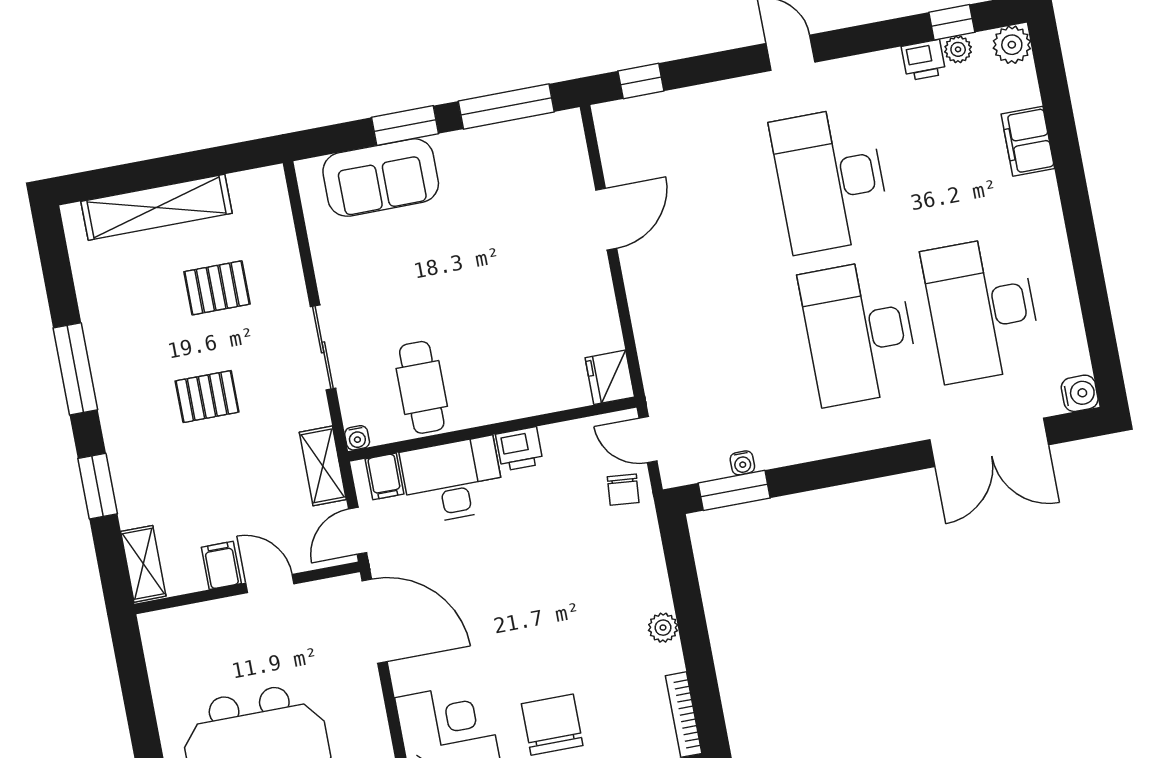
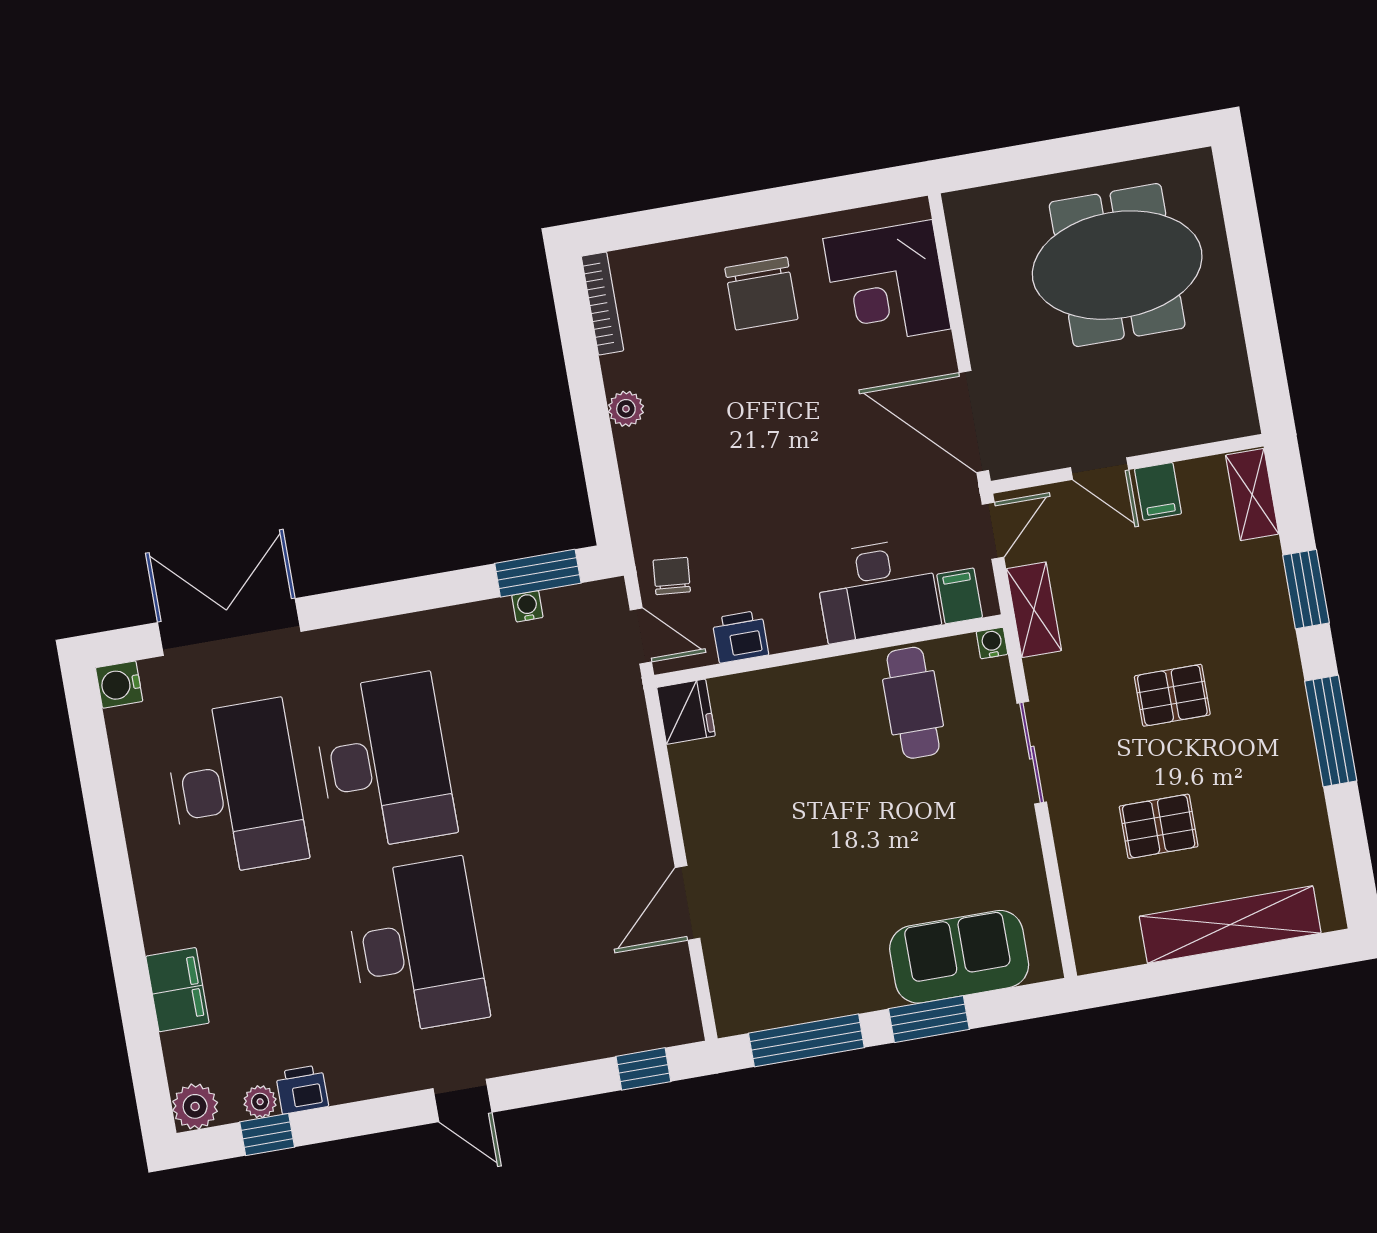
printer: (519, 449) -> (740, 637), moved

